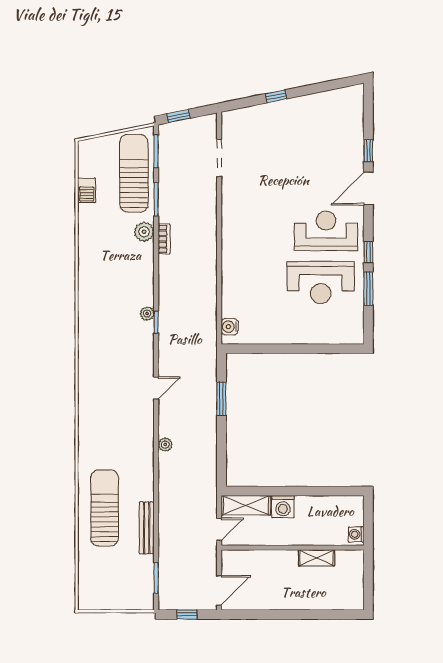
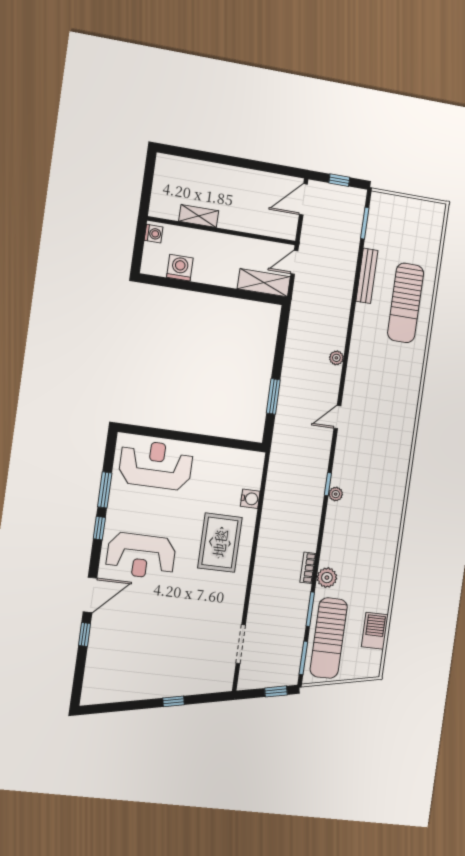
barbecue: (87, 190) -> (375, 631), width x1.38, depth x1.27
rug: (253, 253) -> (220, 543), added
reception desk: (321, 283) -> (156, 465), moved
water cooler: (230, 327) -> (250, 499), moved
washing machine: (283, 507) -> (180, 268), moved

